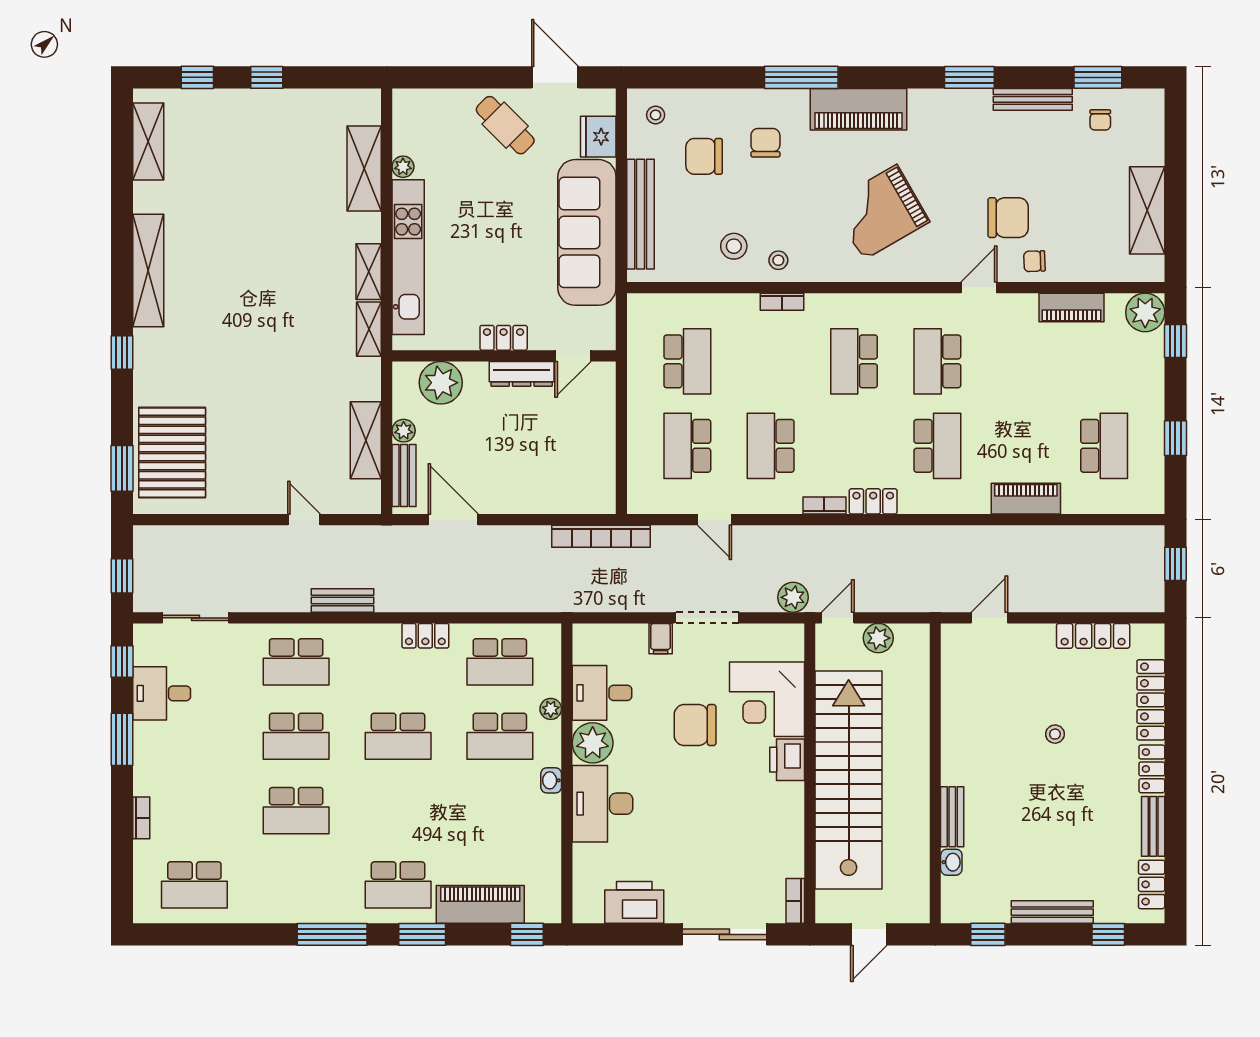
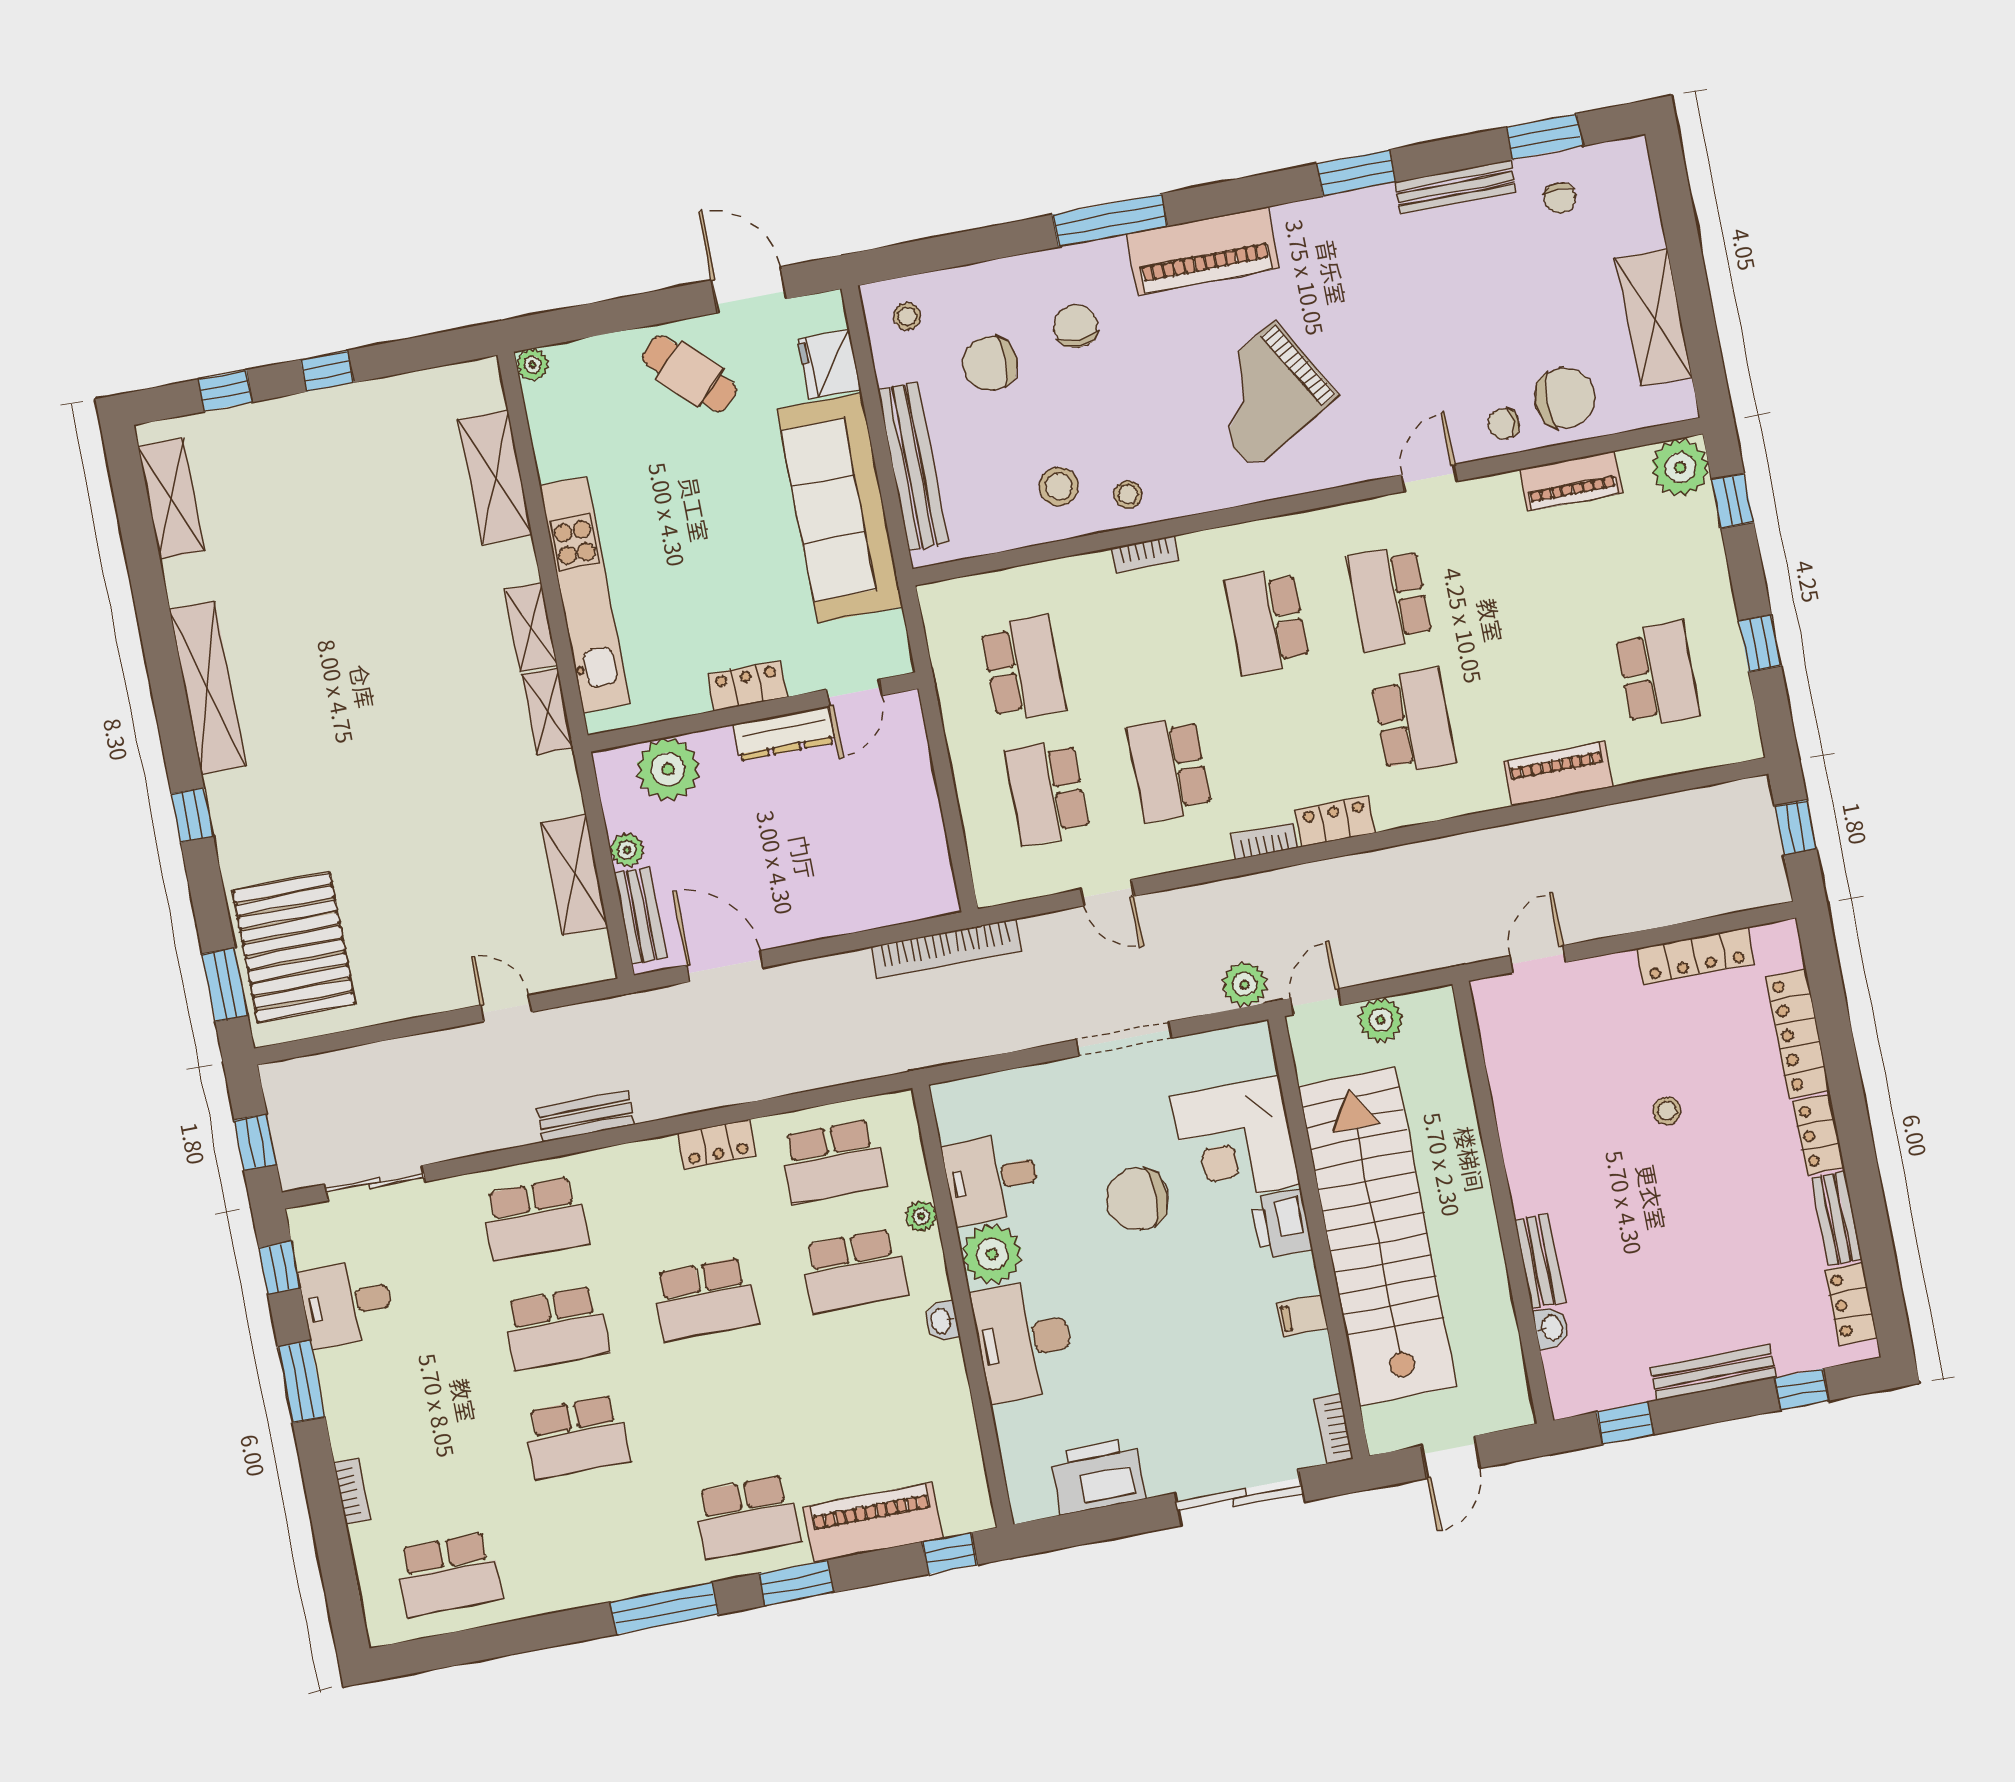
plant: (403, 167) -> (533, 365), moved
chair: (1008, 218) -> (1565, 398), moved
filing cabinet: (661, 639) -> (1302, 1316), moved, turned 90

